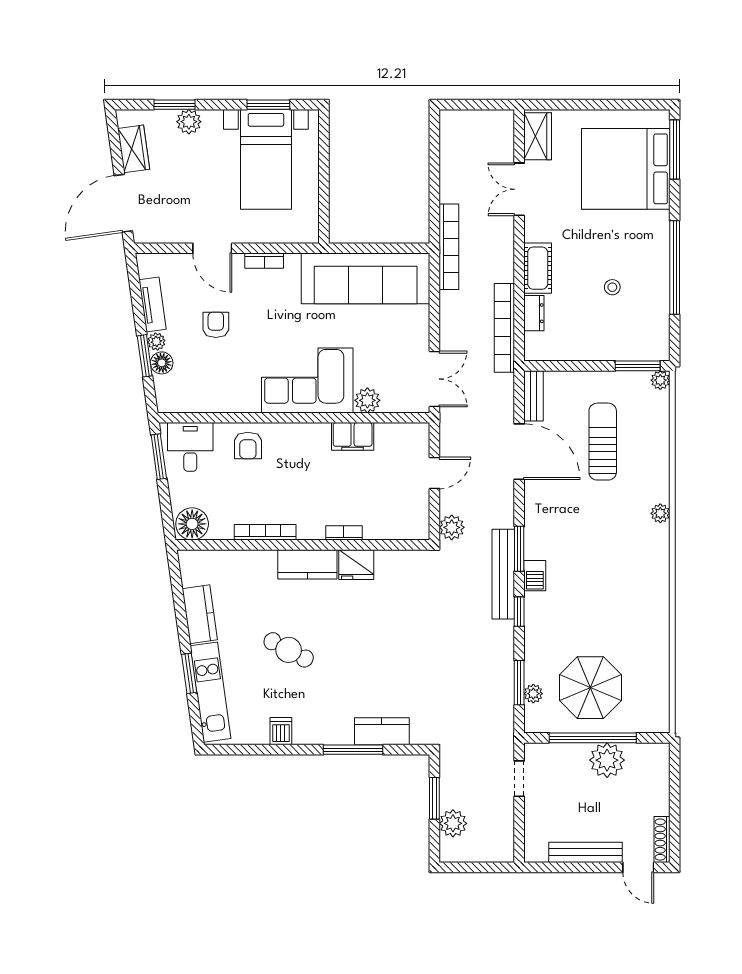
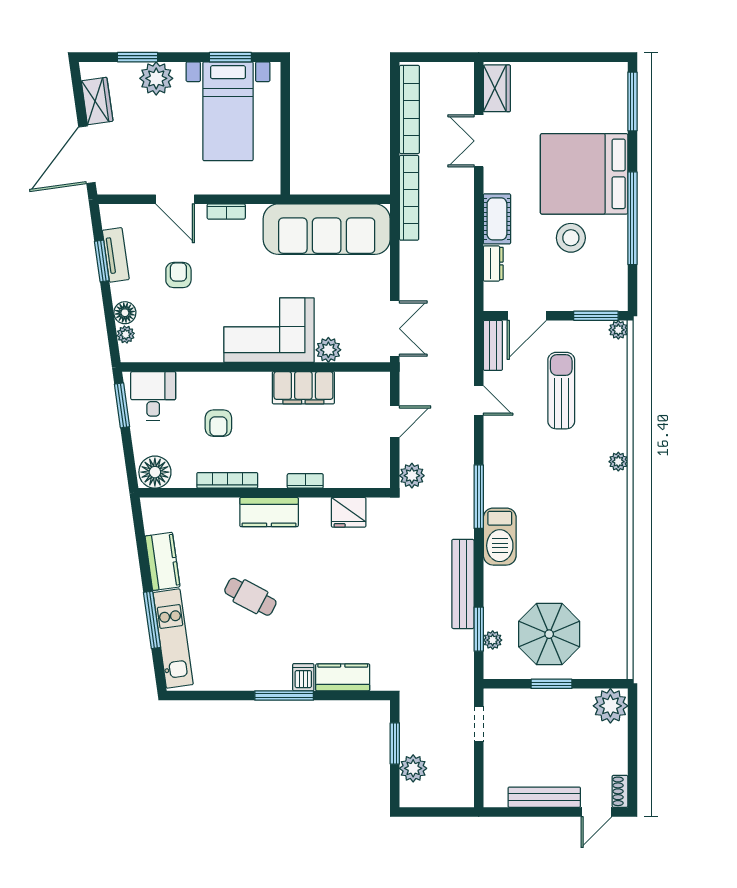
plant: (189, 122) -> (156, 78), width x1.36, depth x1.36
bed: (626, 169) -> (584, 174), moved
stool: (612, 287) -> (571, 238), width x1.89, depth x1.89
bookcase: (504, 328) -> (409, 109), moved, turned 180
plant: (156, 342) -> (126, 335), moved
window: (145, 356) -> (102, 261), moved
door: (568, 366) -> (527, 316), added
filing cabinet: (353, 436) -> (303, 388), width x1.50, depth x1.17
armchair: (248, 446) -> (218, 423), moved
door: (519, 452) -> (479, 400), width x0.53
window: (519, 549) -> (479, 497), width x1.44
fridge: (356, 565) -> (349, 512), moved
bench: (503, 574) -> (463, 584), moved
barbecue: (535, 576) -> (500, 537), width x1.88, depth x1.53
window: (519, 612) -> (479, 559), removed
window: (189, 673) -> (152, 620), width x1.44
dishwasher: (281, 731) -> (303, 677), moved
window: (593, 738) -> (551, 684), width x0.47
window: (353, 750) -> (284, 695), moved
plant: (607, 760) -> (610, 706), moved
shoe rack: (662, 840) -> (620, 791), width x0.70
door: (638, 867) -> (596, 812), hinge flipped

